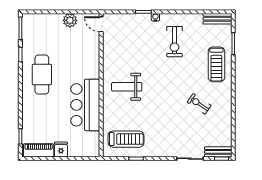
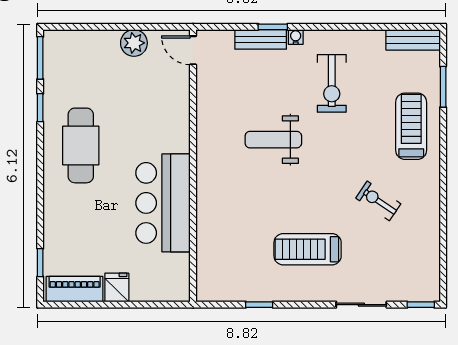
treadmill: (216, 64) -> (411, 126), turned 180
weight bench: (127, 87) -> (273, 140), moved
treadmill: (126, 139) -> (308, 249), moved, turned 180
bench: (218, 152) -> (261, 39), moved

